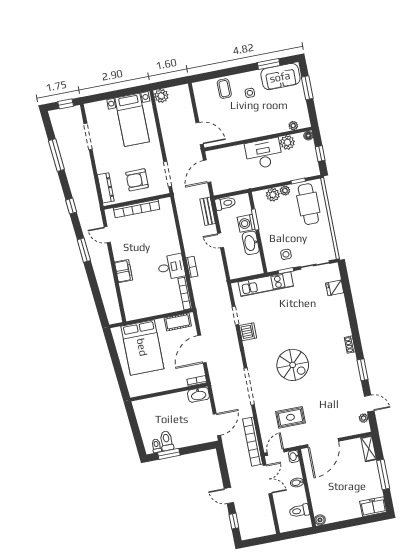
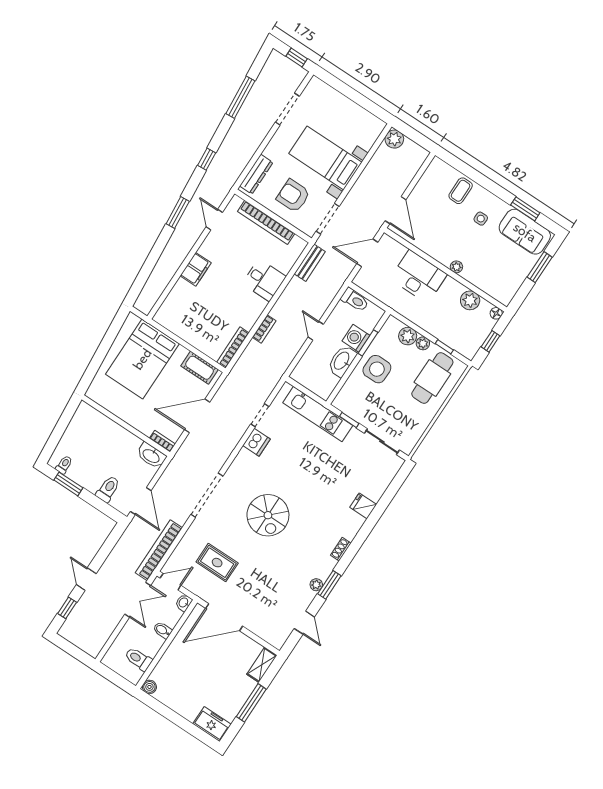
bed with nightstands: (132, 120) -> (325, 158), moved, turned 90
plant: (293, 126) -> (456, 267), moved
desk: (264, 154) -> (419, 276), moved
bench: (208, 211) -> (310, 263), moved
side table: (286, 254) -> (377, 369), moved, width x1.87, depth x1.87
desk: (171, 267) -> (264, 280), moved
fridge: (335, 288) -> (363, 506), moved
plant: (364, 418) -> (316, 585), moved
door: (217, 425) -> (141, 501), hinge flipped
toilet: (167, 441) -> (108, 489), moved

